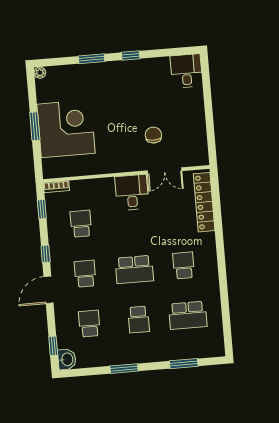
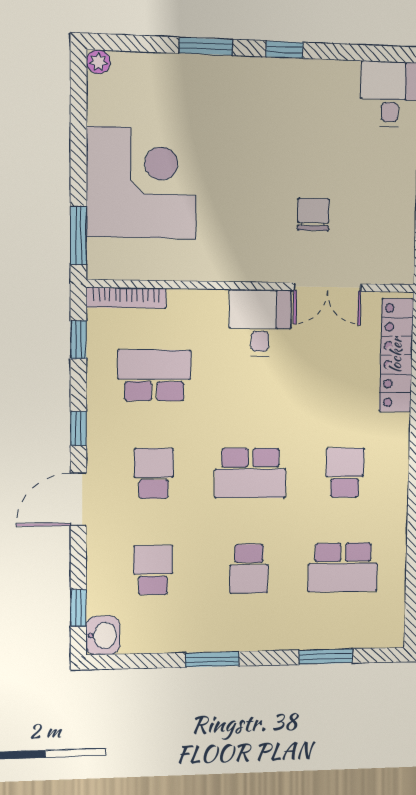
window: (35, 126) -> (78, 235), moved
bookcase: (56, 187) -> (126, 298), width x1.56
school desk: (81, 224) -> (154, 375), width x1.85

